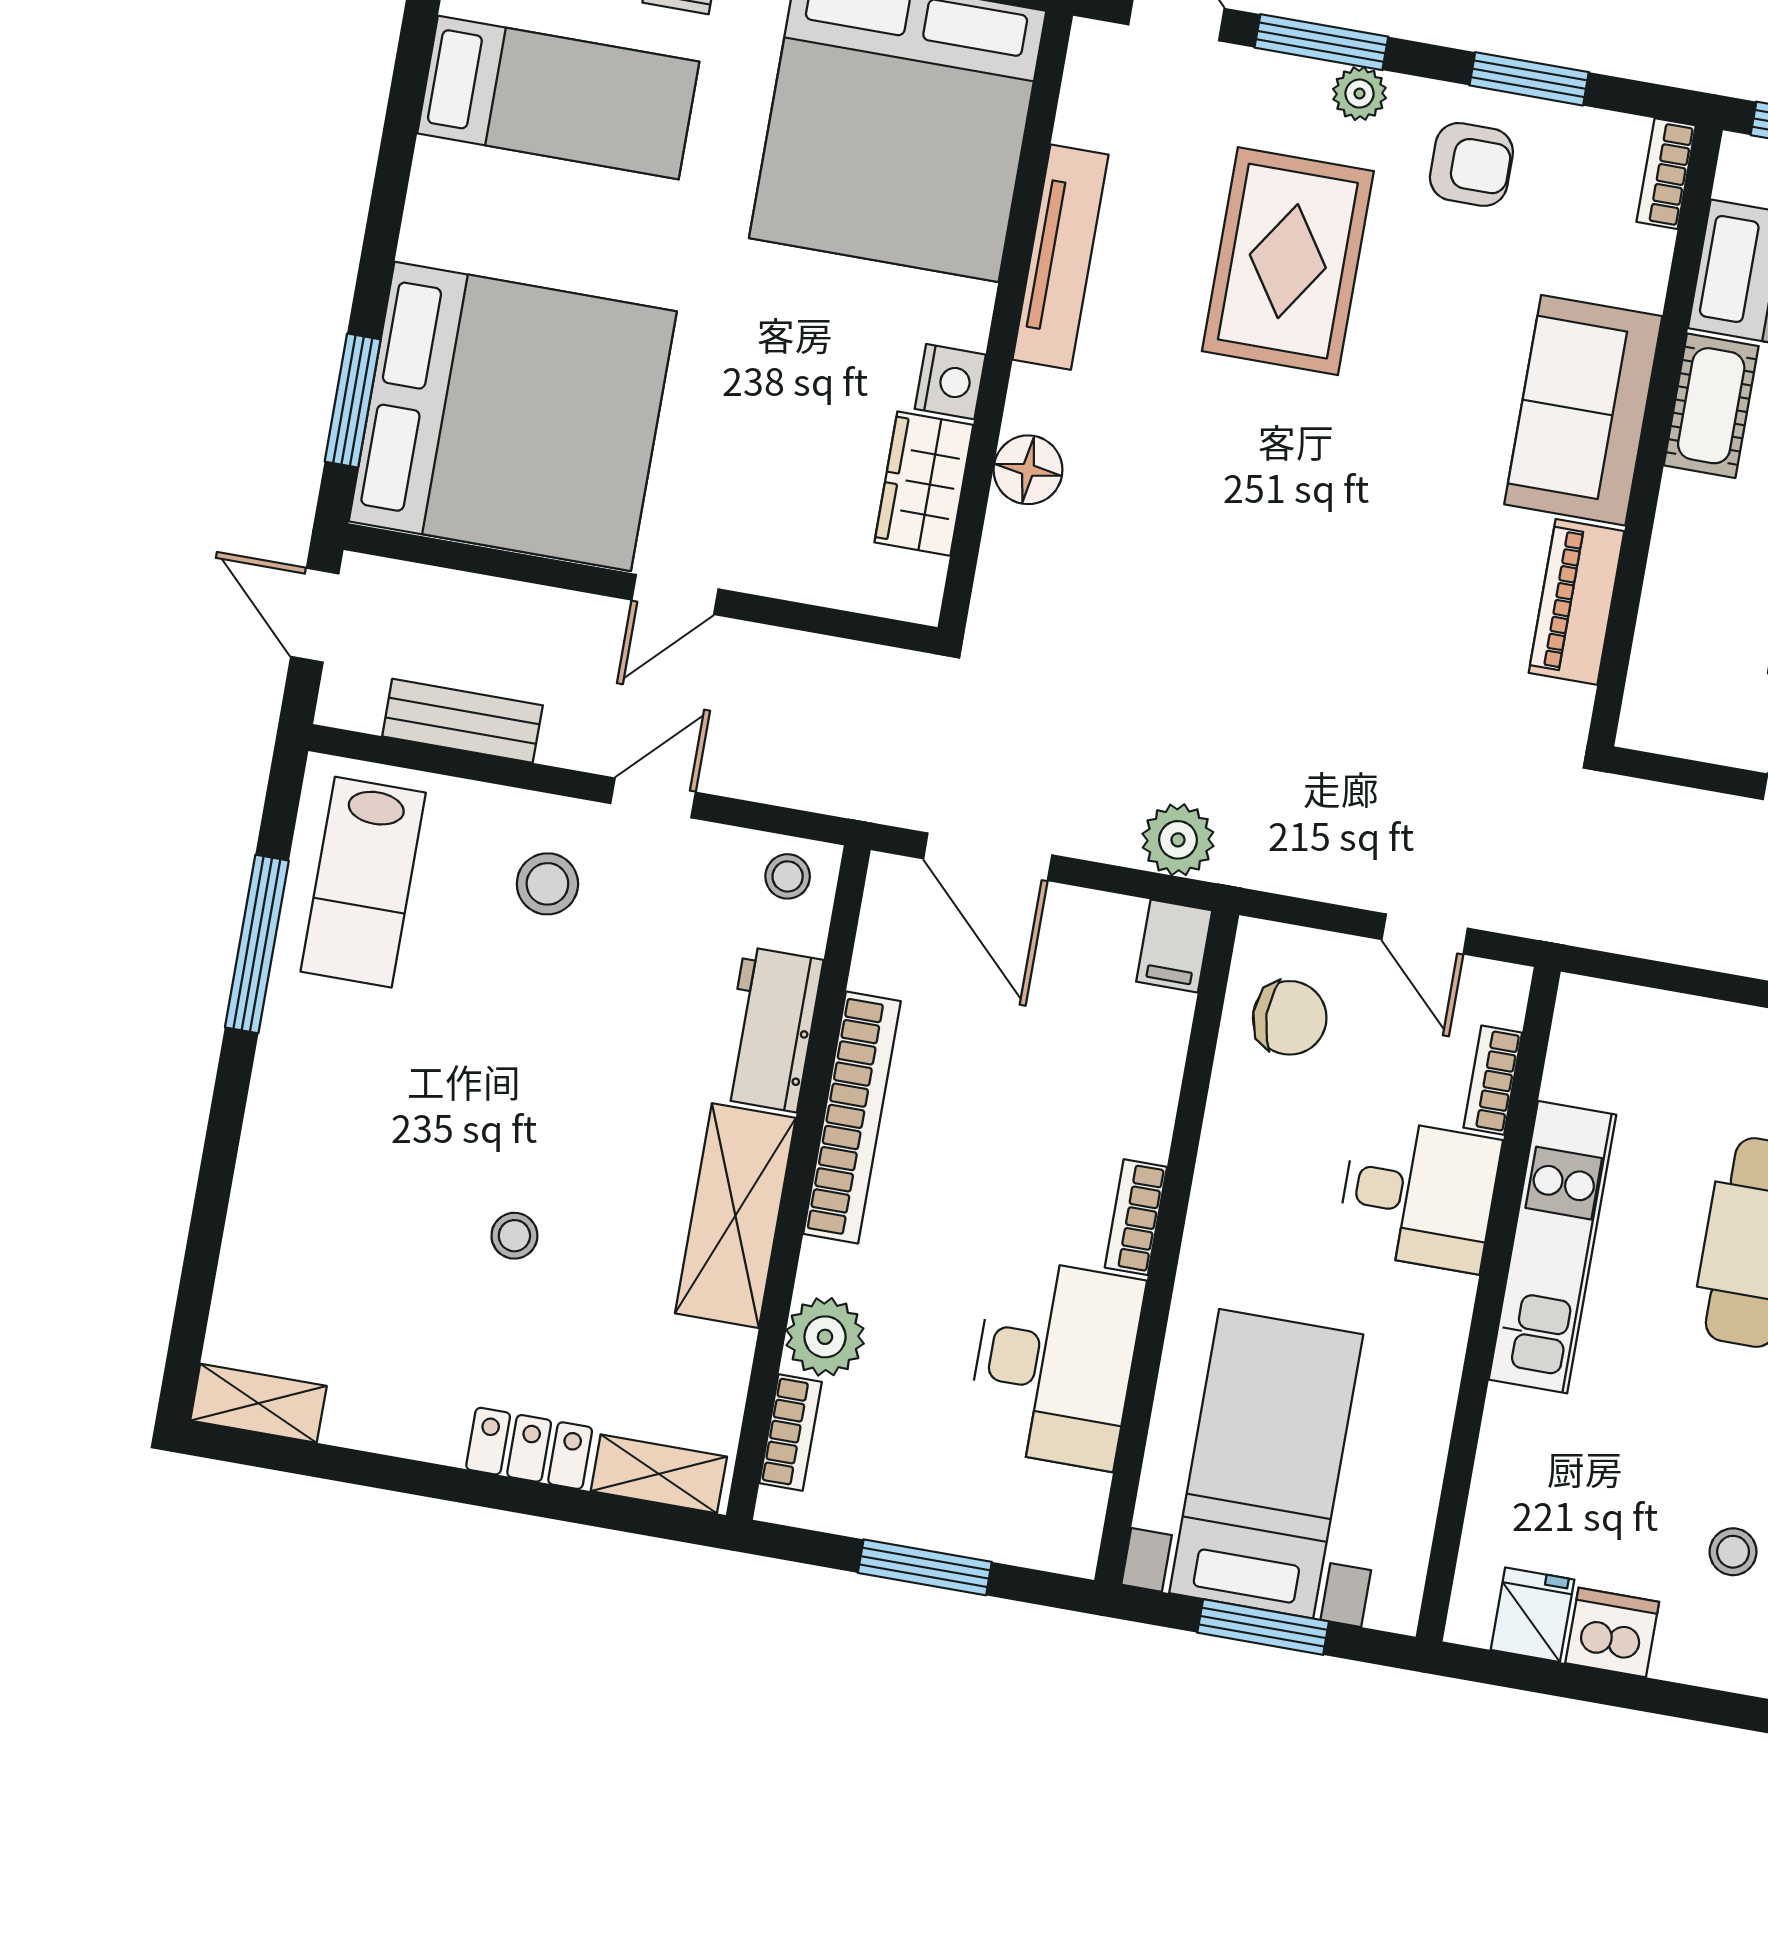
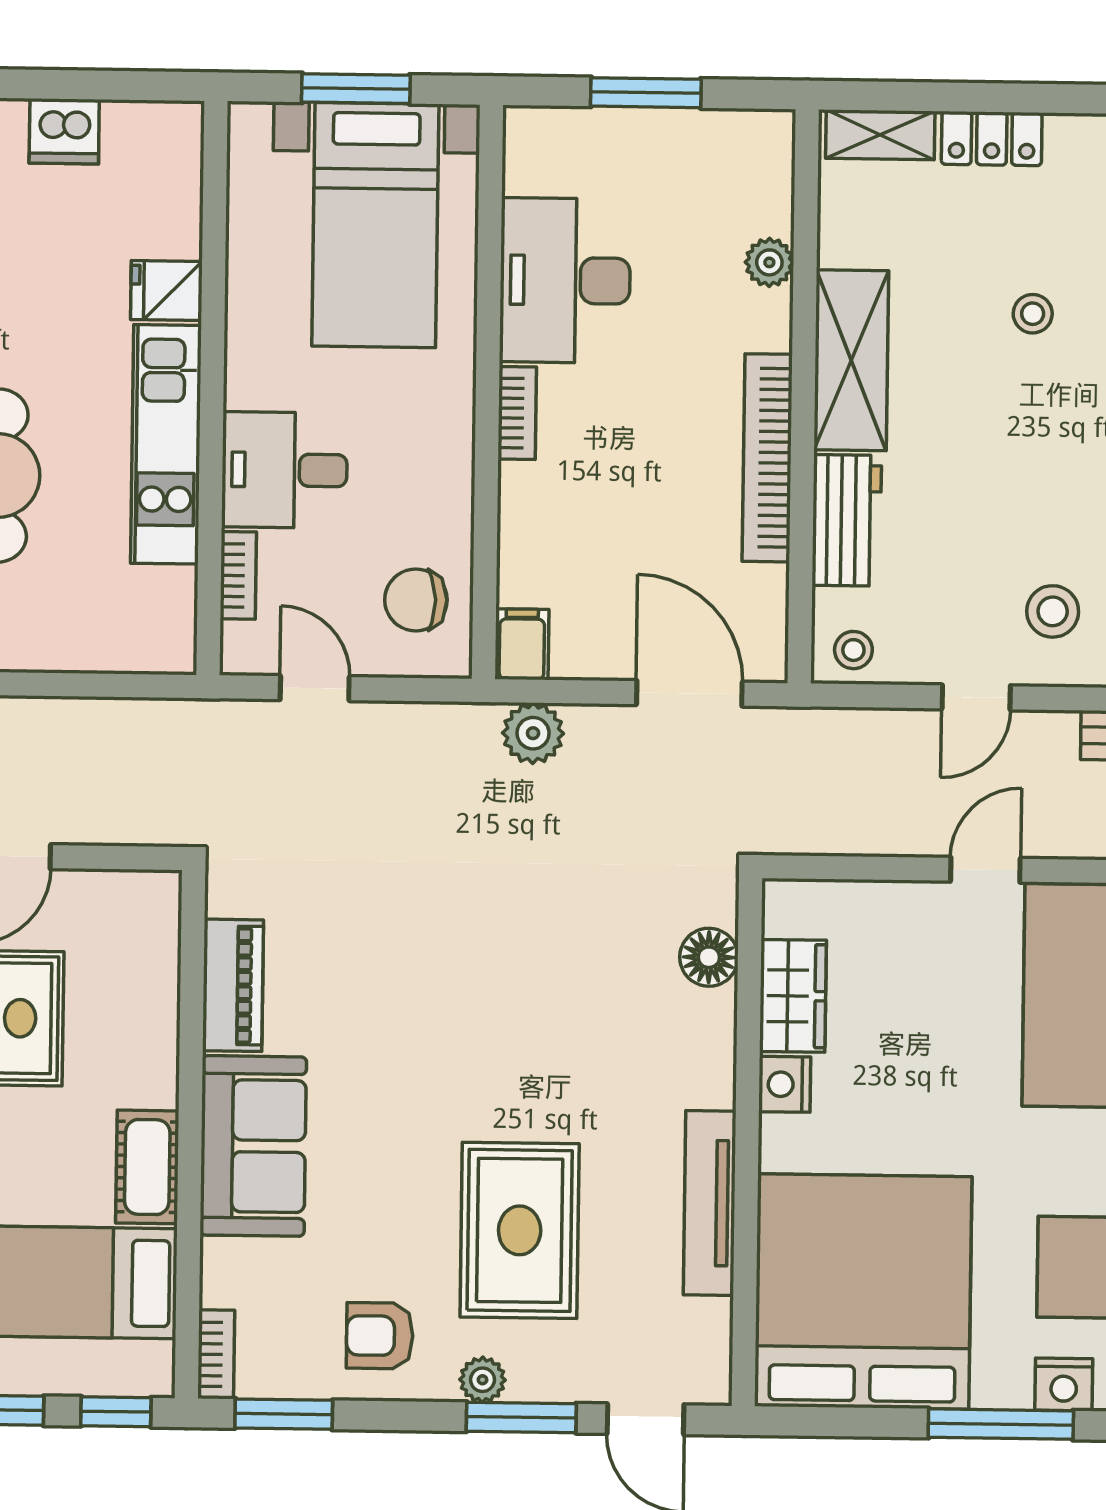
window: (1529, 79) -> (284, 1414), moved
floor lamp: (1028, 470) -> (709, 957), moved
plant: (825, 1337) -> (769, 262), width x0.73, depth x0.73
bookcase: (791, 1433) -> (776, 187), removed
fridge: (1533, 1615) -> (166, 291), moved, turned 90

